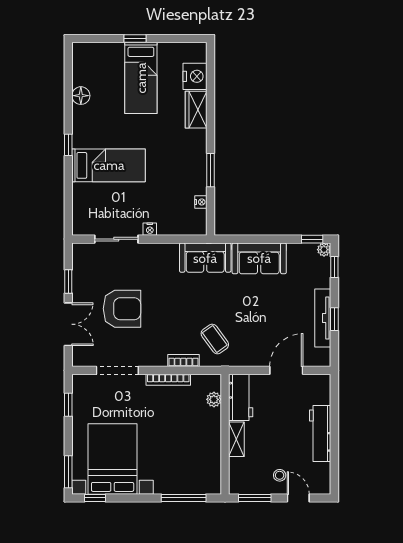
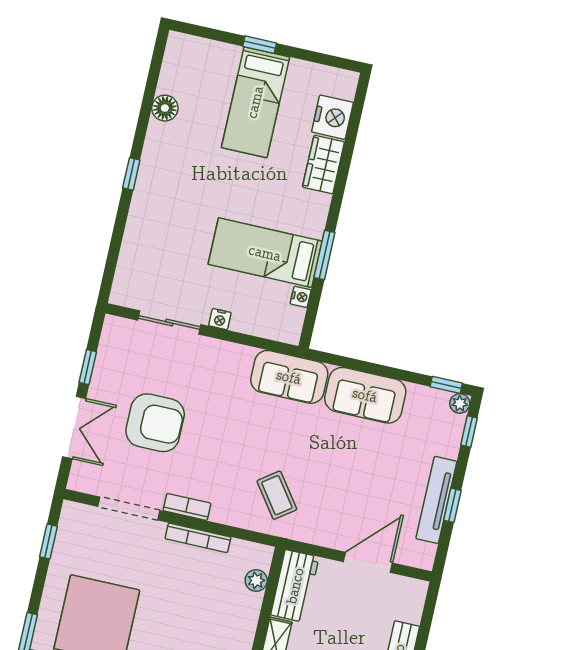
bed: (109, 165) -> (265, 253), moved, turned 180
bookcase: (183, 360) -> (187, 507), moved

